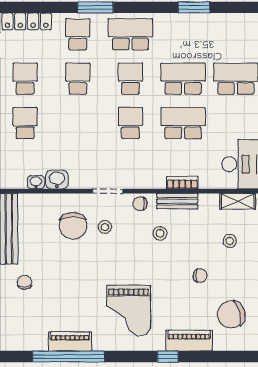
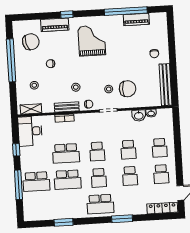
school desk: (78, 34) -> (128, 150), moved
chair: (73, 226) -> (128, 89), turned 90
piano: (70, 341) -> (136, 19), moved

